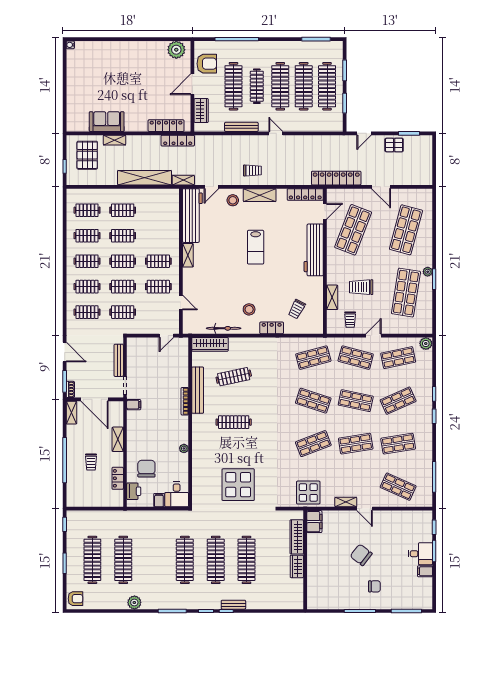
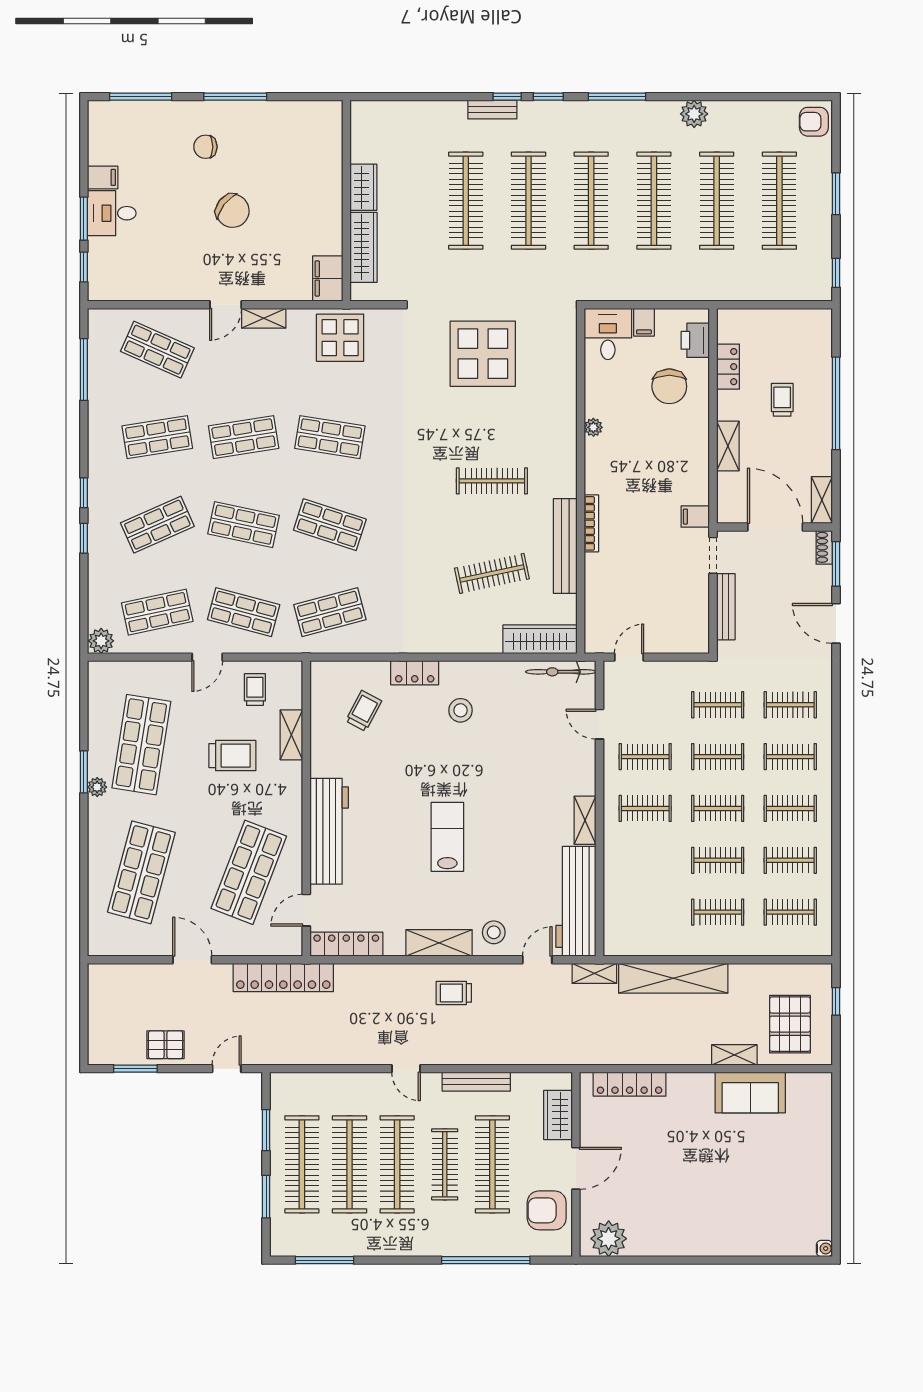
locker: (178, 141) -> (606, 1054), removed
bicycle: (224, 328) -> (561, 672), moved
shop shelf: (313, 444) -> (330, 437), turned 30
door: (365, 509) -> (226, 305), swing flipped
clothes rail: (154, 560) -> (654, 201), added

